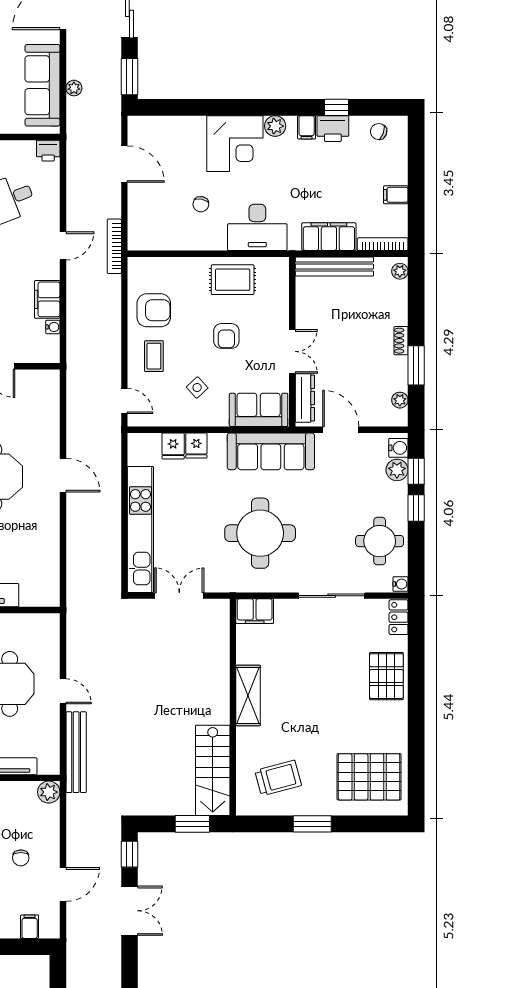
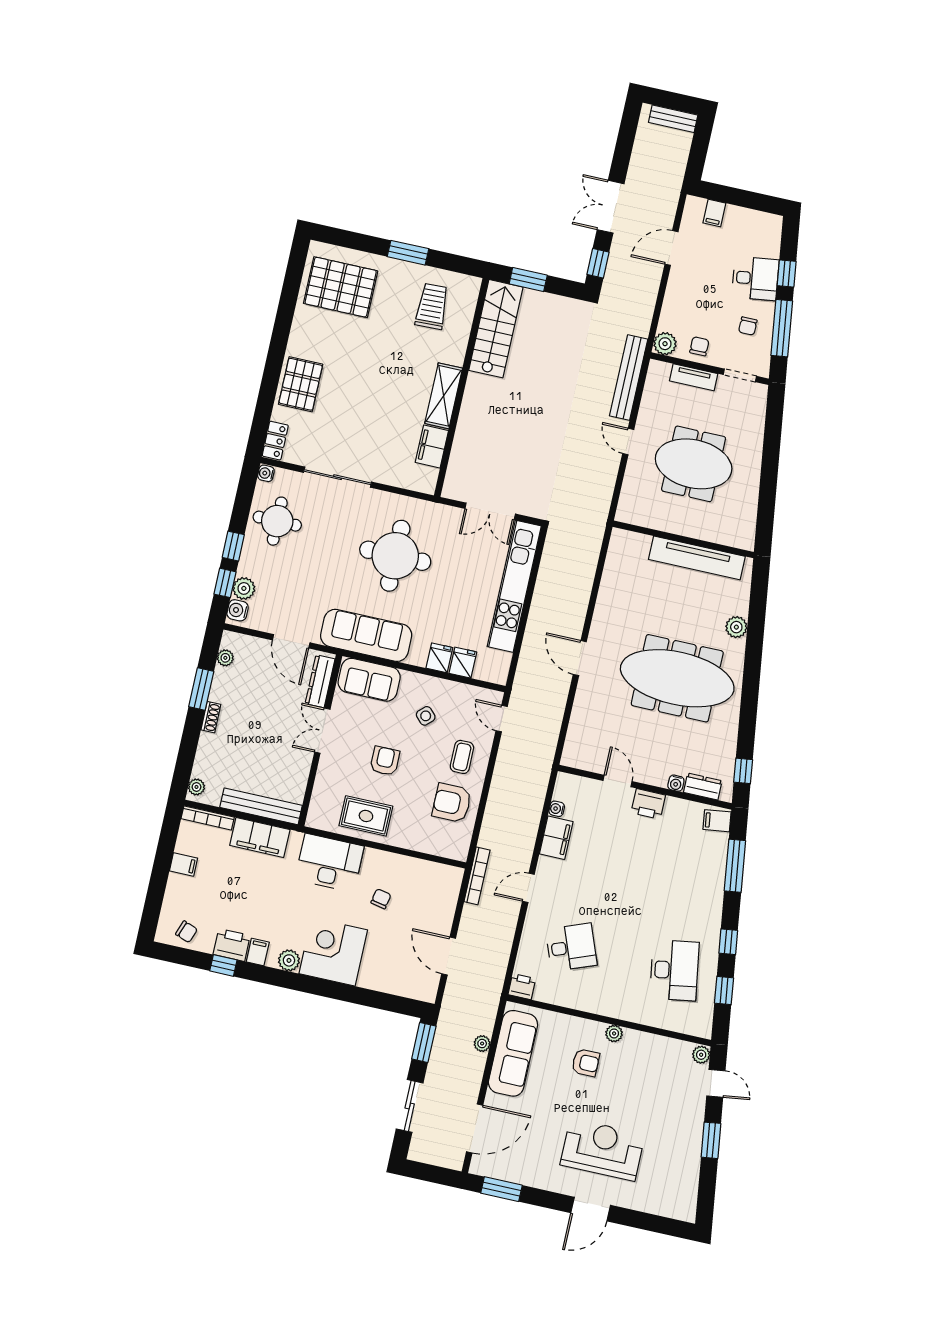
filing cabinet: (255, 611) -> (432, 446), moved, turned -90
trolley: (278, 778) -> (432, 306), turned 103
chair: (21, 858) -> (699, 346), moved

